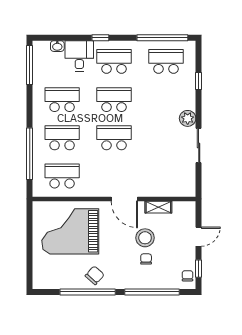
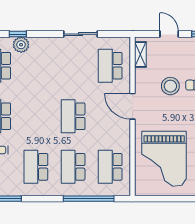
school desk: (114, 100) -> (110, 66), moved
plant: (188, 118) -> (21, 45), moved
door: (124, 199) -> (133, 106), swing flipped
shelving: (158, 207) -> (140, 54), moved

